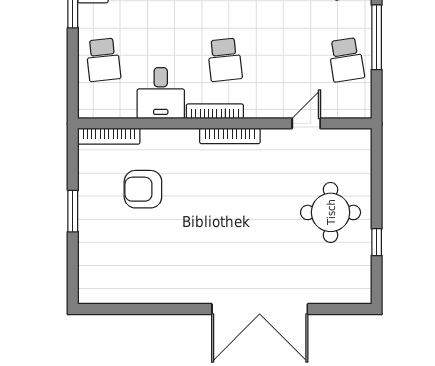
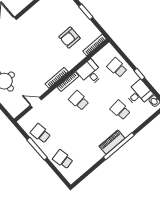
door: (306, 123) -> (36, 103), swing flipped
armchair: (143, 189) -> (69, 38), turned 180

